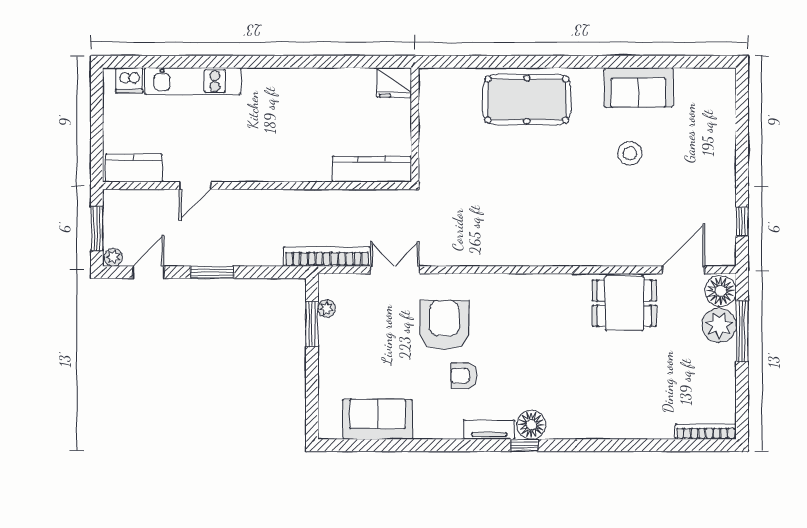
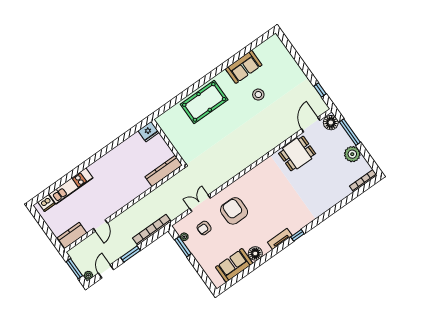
bookcase: (327, 256) -> (152, 230), moved
plant: (719, 325) -> (352, 154), moved
armchair: (464, 376) -> (204, 228), moved
floor lamp: (531, 425) -> (255, 253), moved

